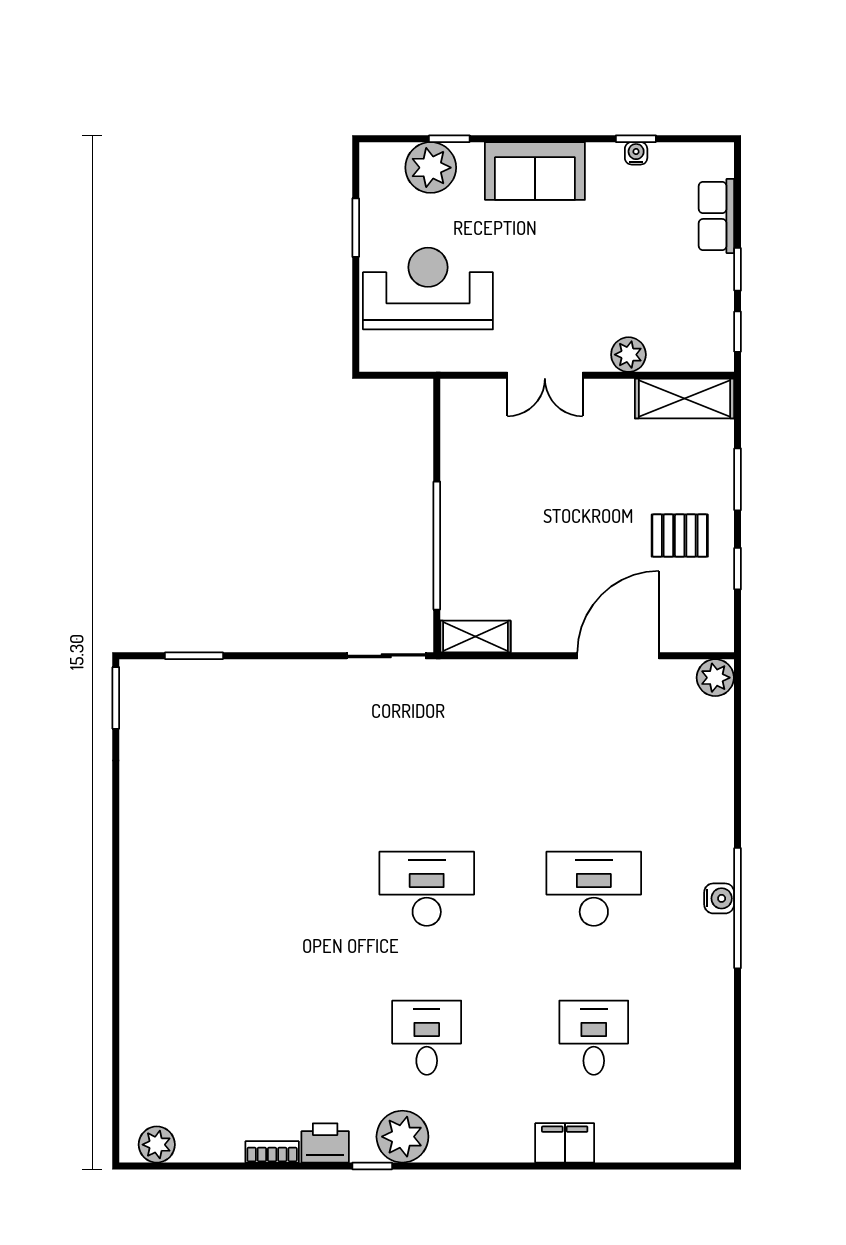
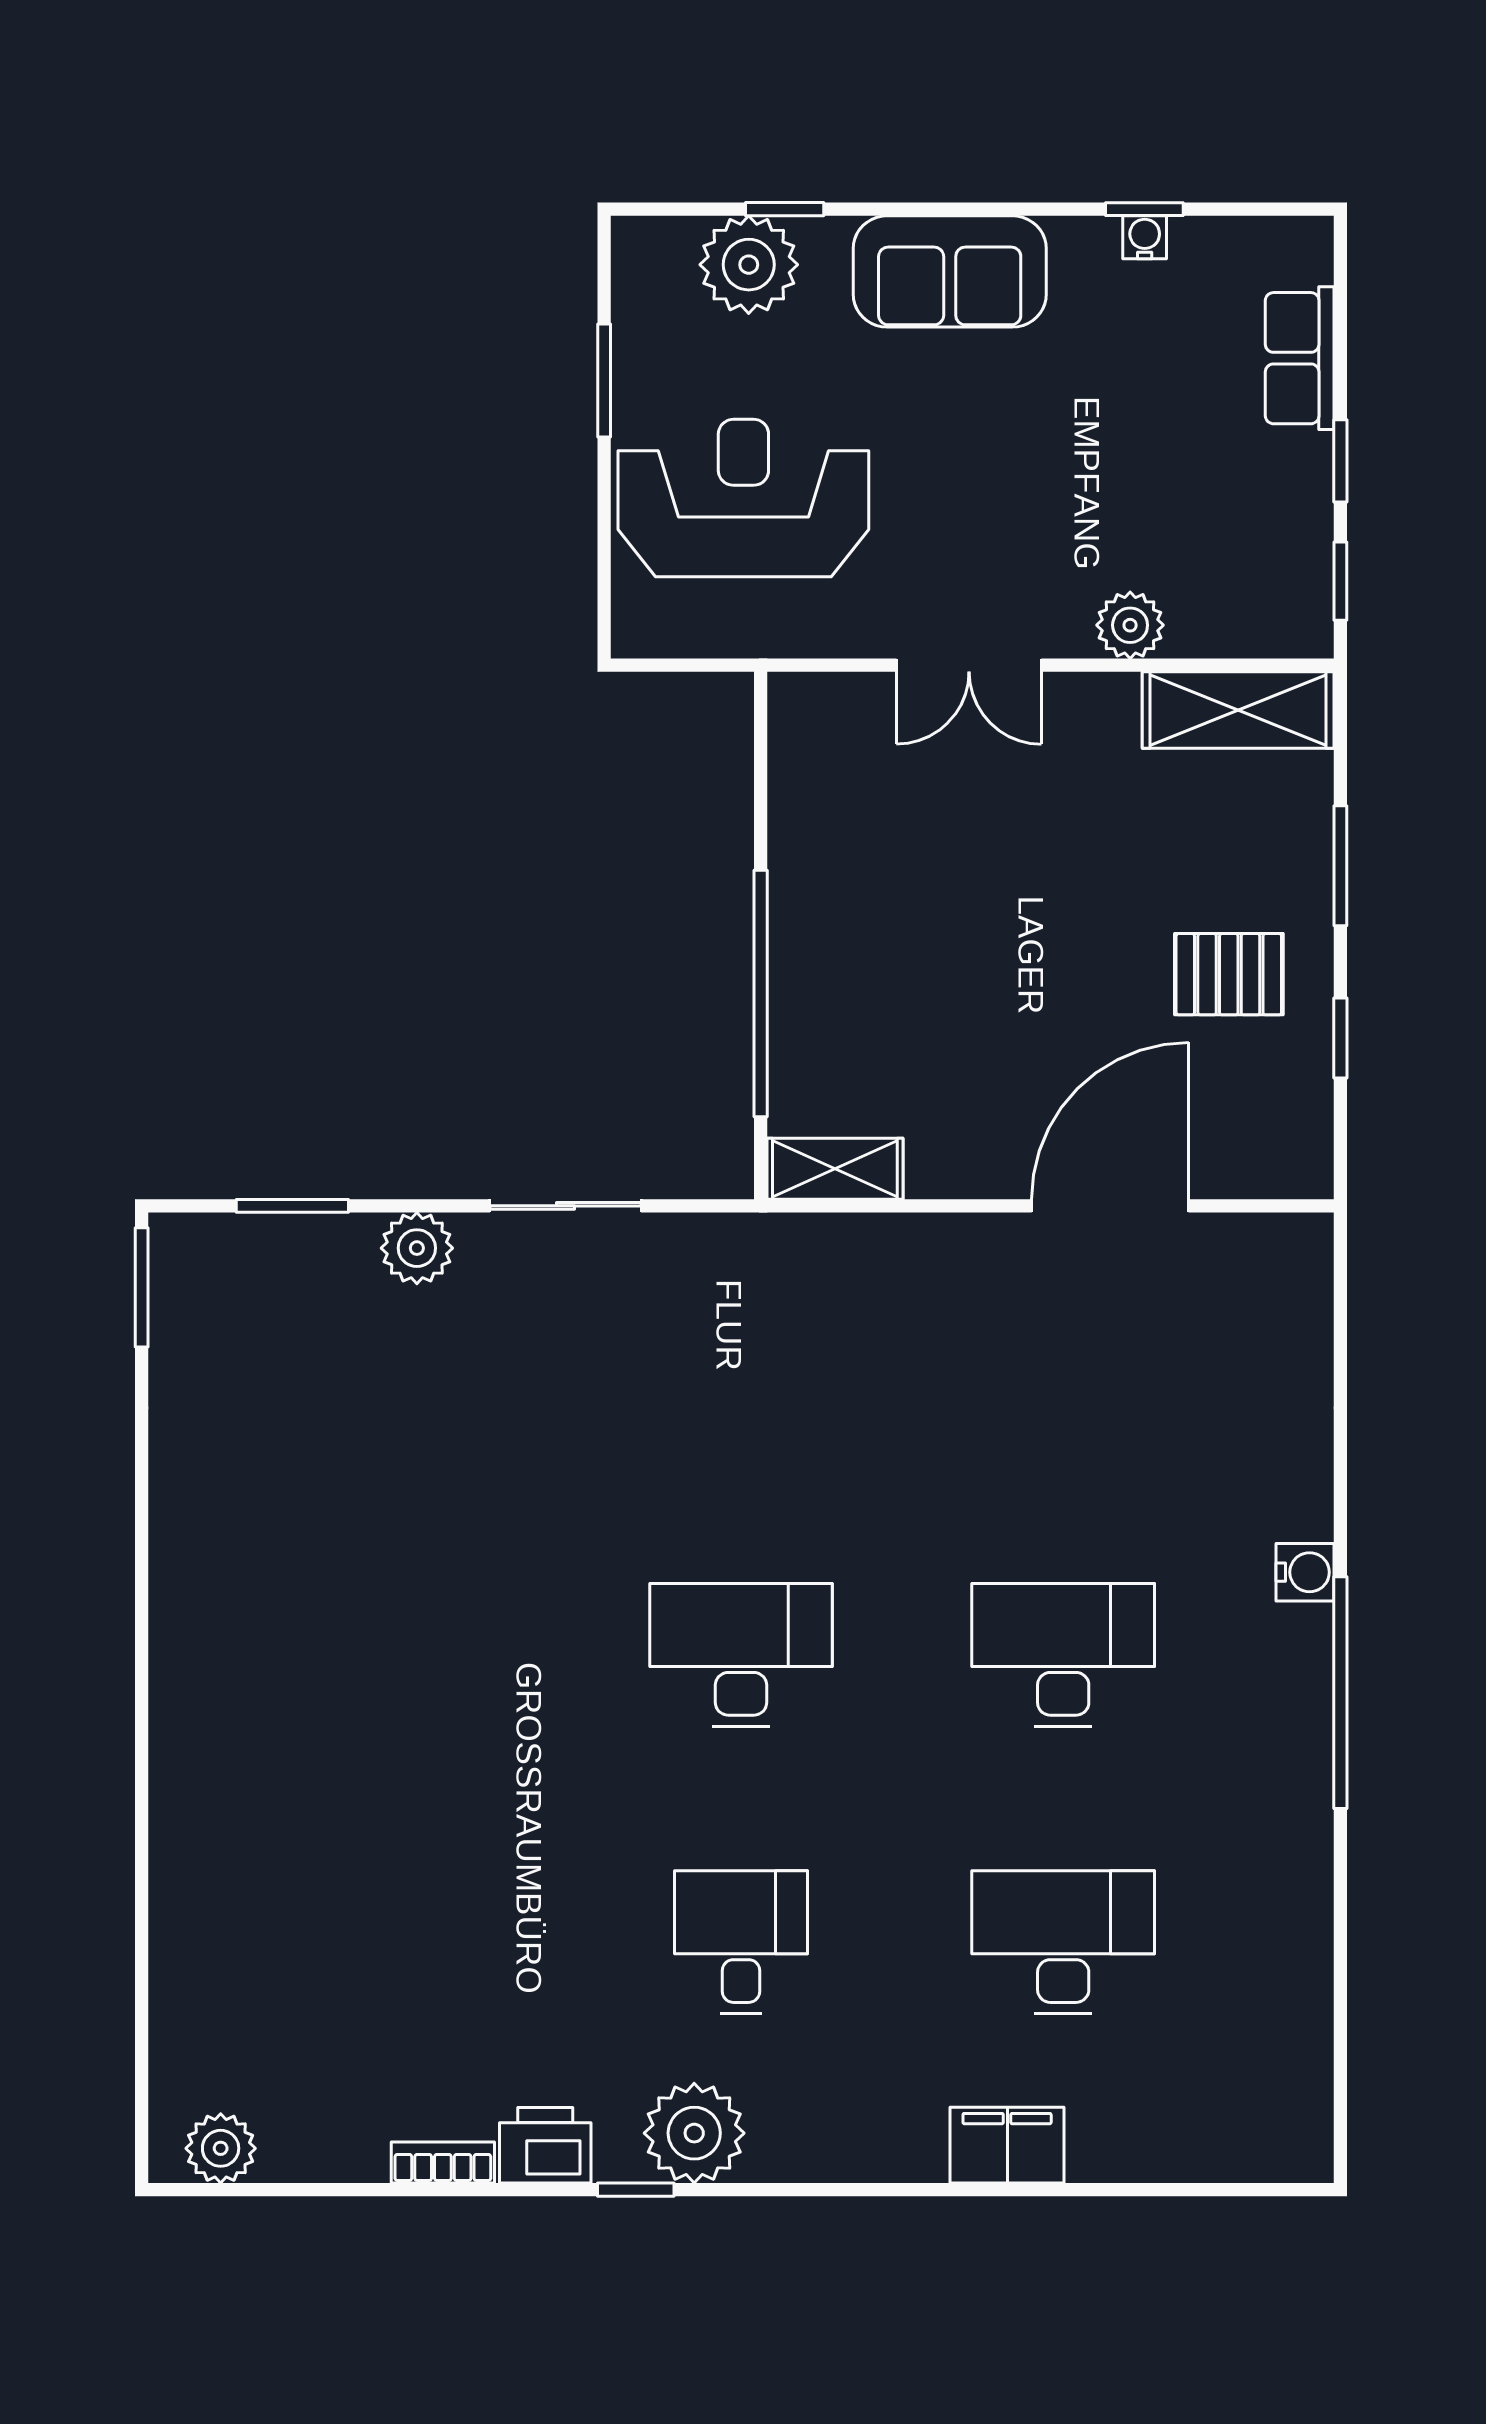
sliding door: (386, 656) -> (565, 1206), moved
plant: (715, 678) -> (417, 1248), moved
water cooler: (719, 898) -> (1305, 1572), moved
desk: (594, 1038) -> (1063, 1942), width x1.37

